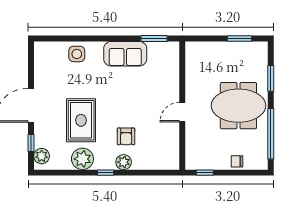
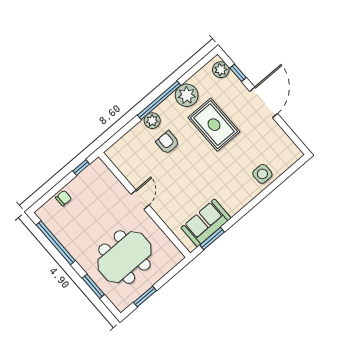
sofa: (125, 54) -> (206, 223), moved
meeting table: (238, 106) -> (124, 257), moved
window: (106, 173) -> (159, 100), width x3.17

